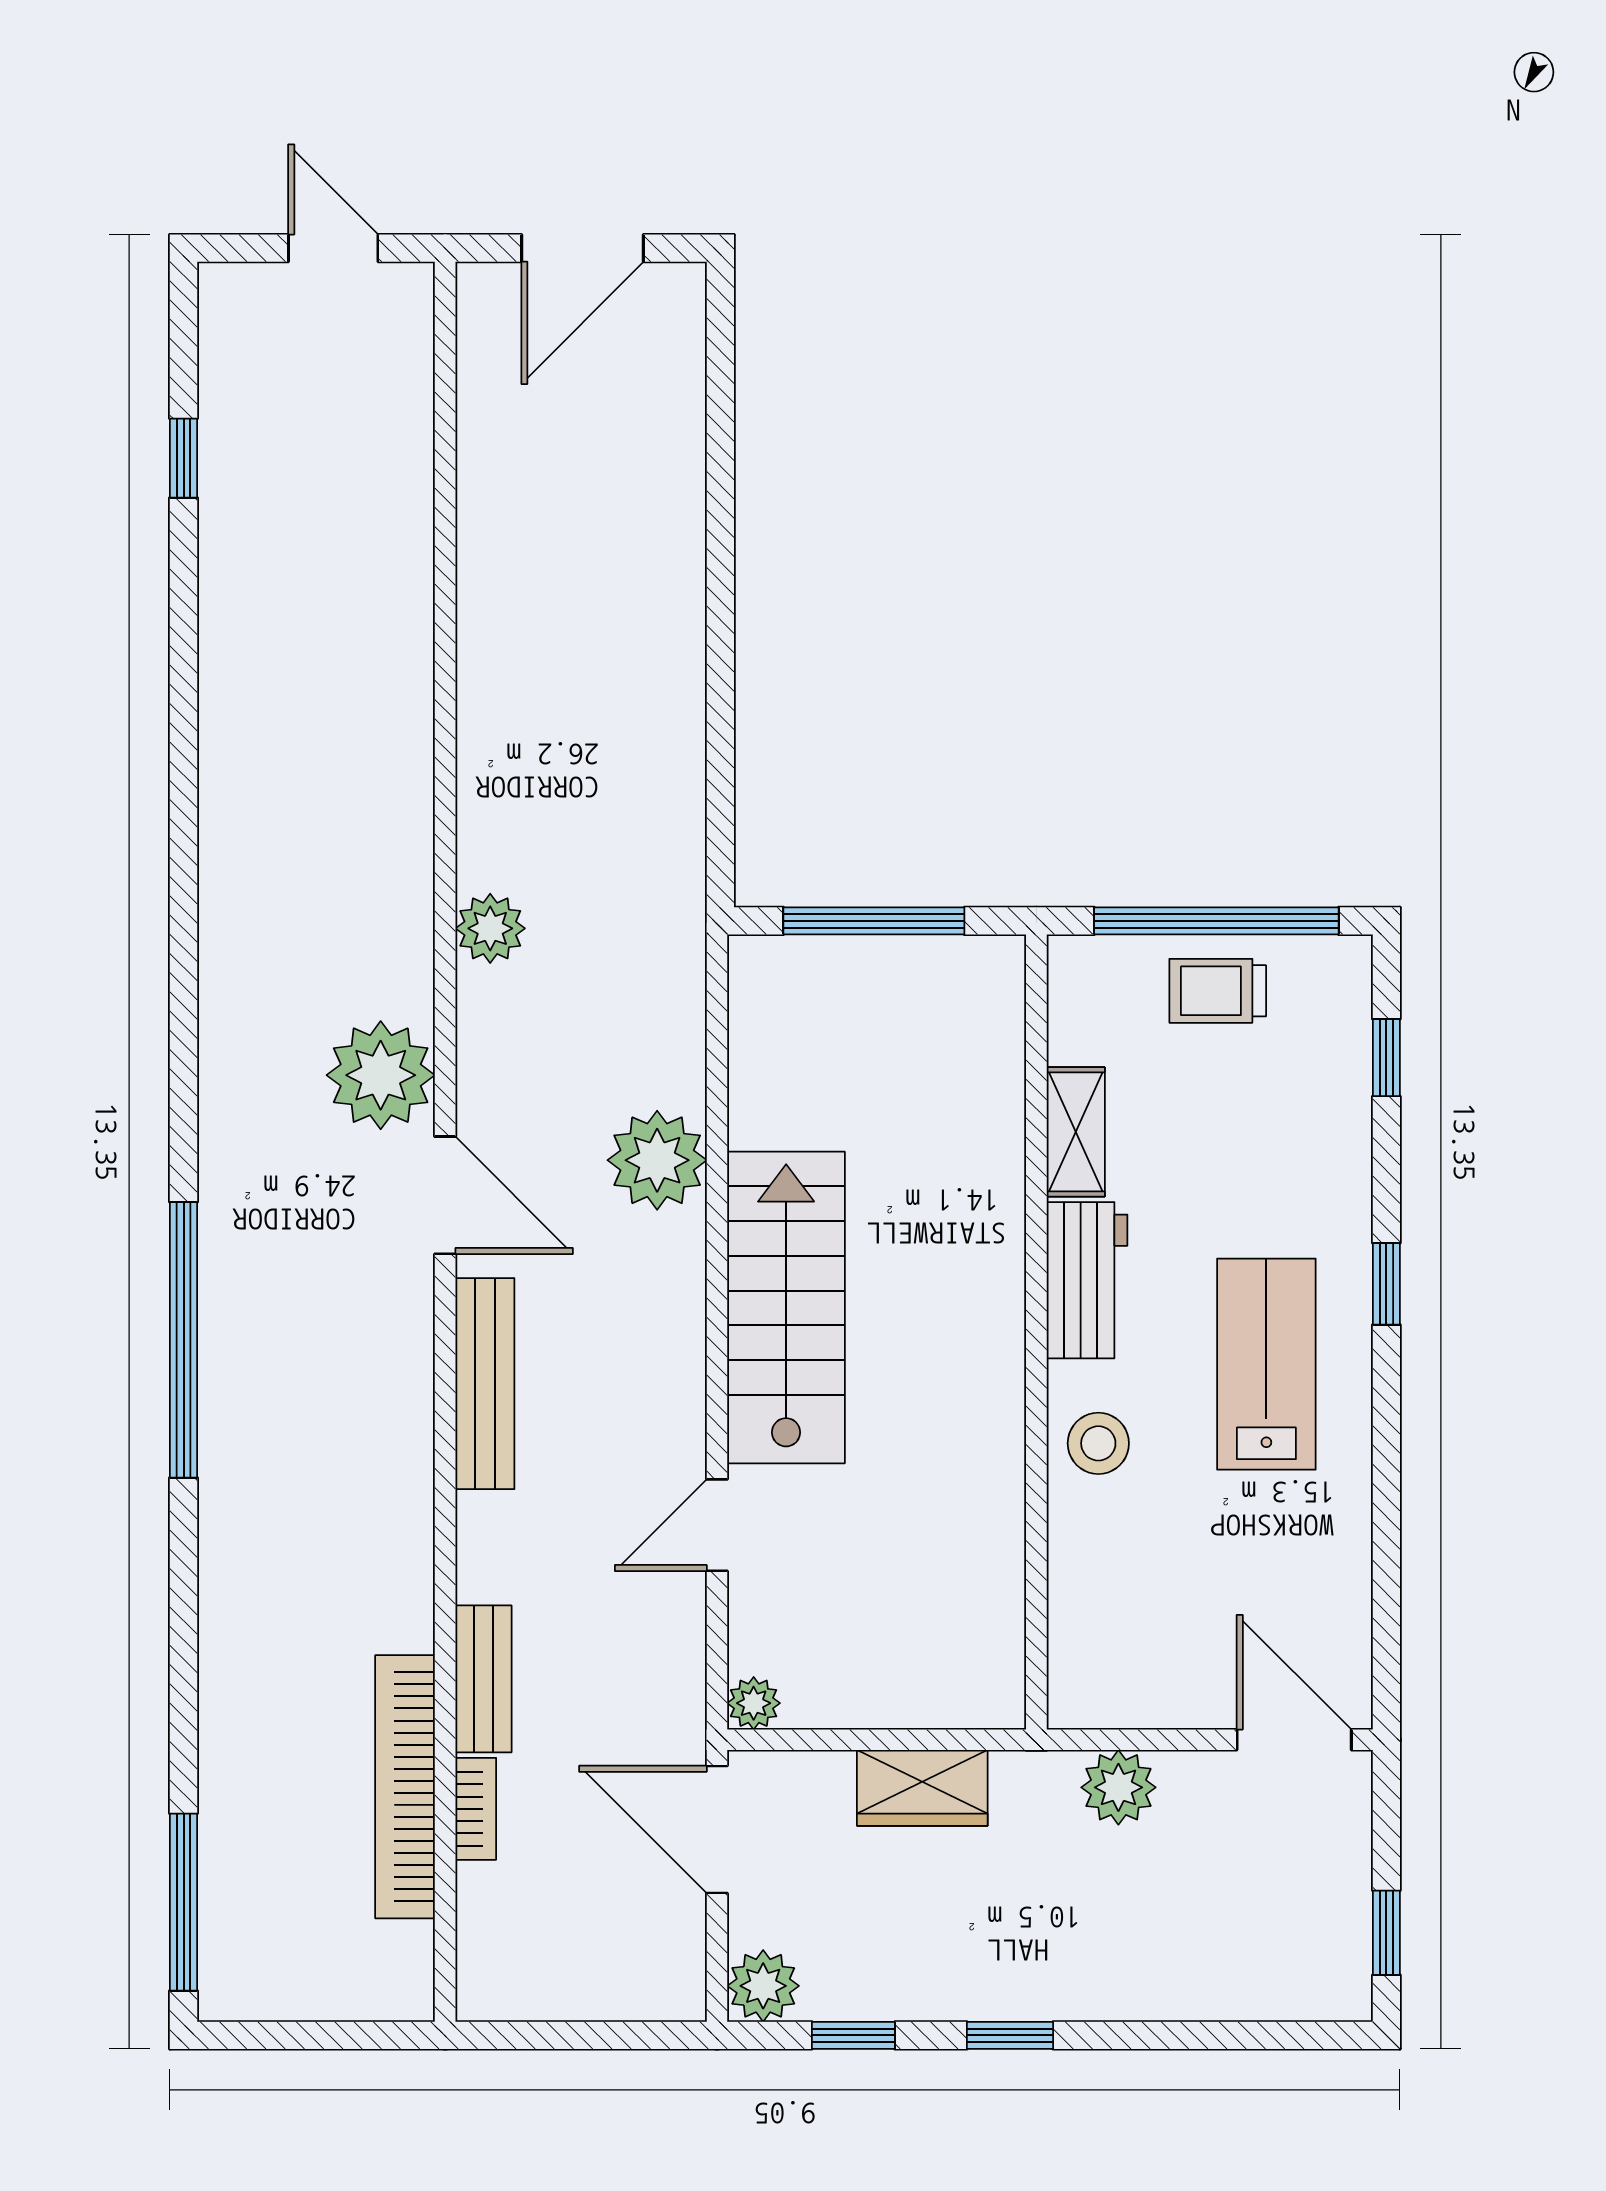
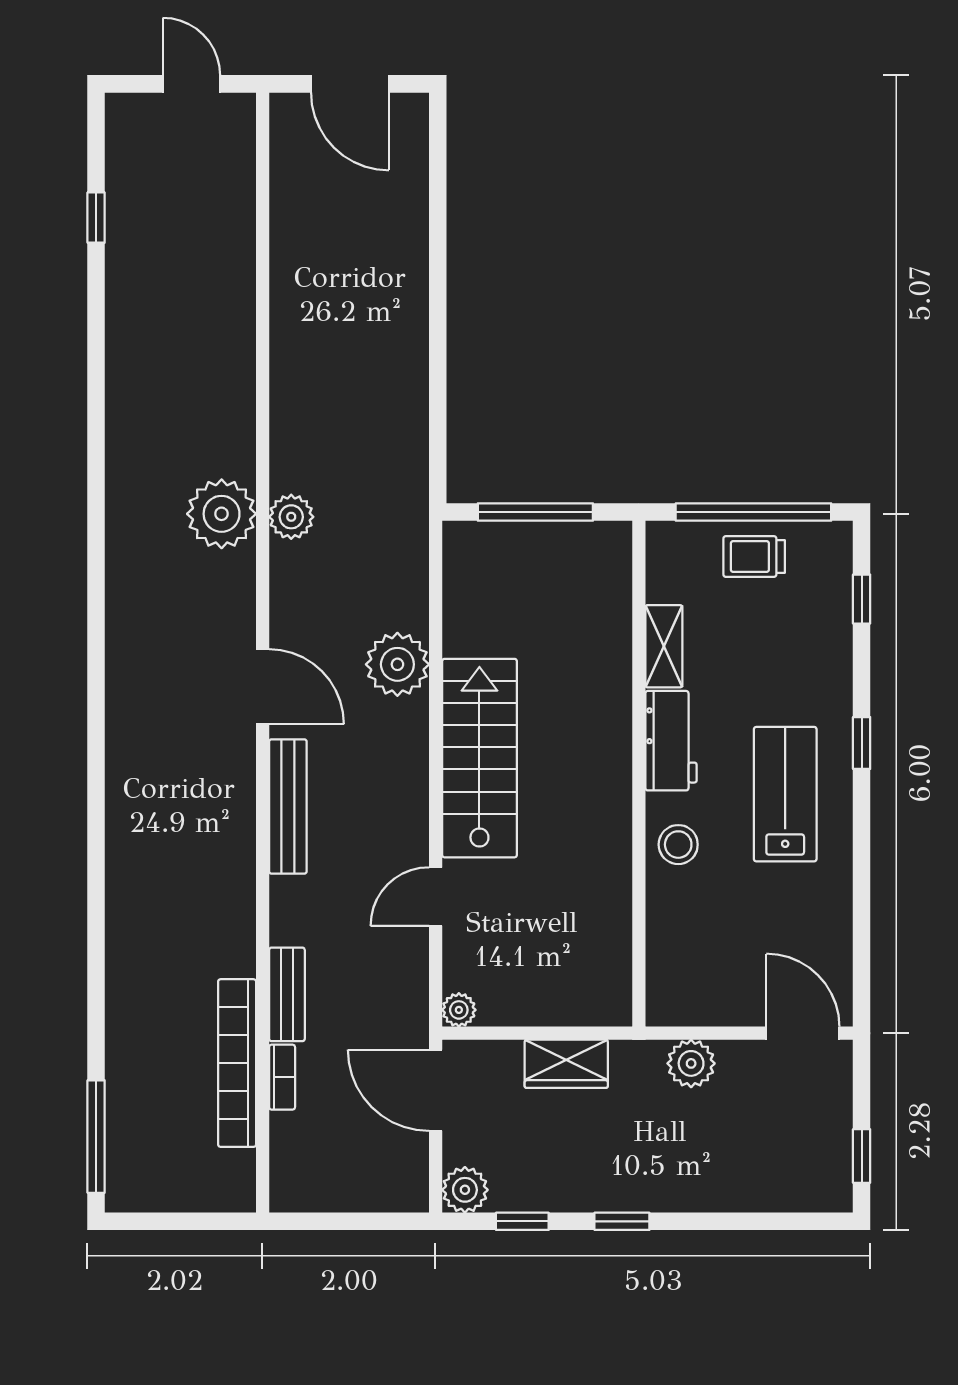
door: (583, 248) -> (350, 84), hinge flipped
plant: (381, 1075) -> (222, 514), moved
window: (184, 1340) -> (96, 779), removed

